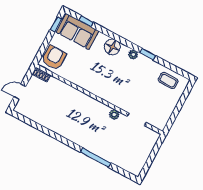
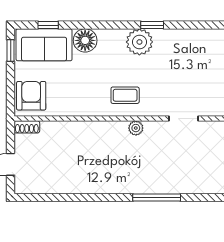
floor lamp: (112, 47) -> (85, 40), moved
plant: (133, 55) -> (139, 42), width x1.87, depth x1.87
coffee table: (168, 81) -> (125, 95), moved
plant: (114, 115) -> (136, 128), moved

